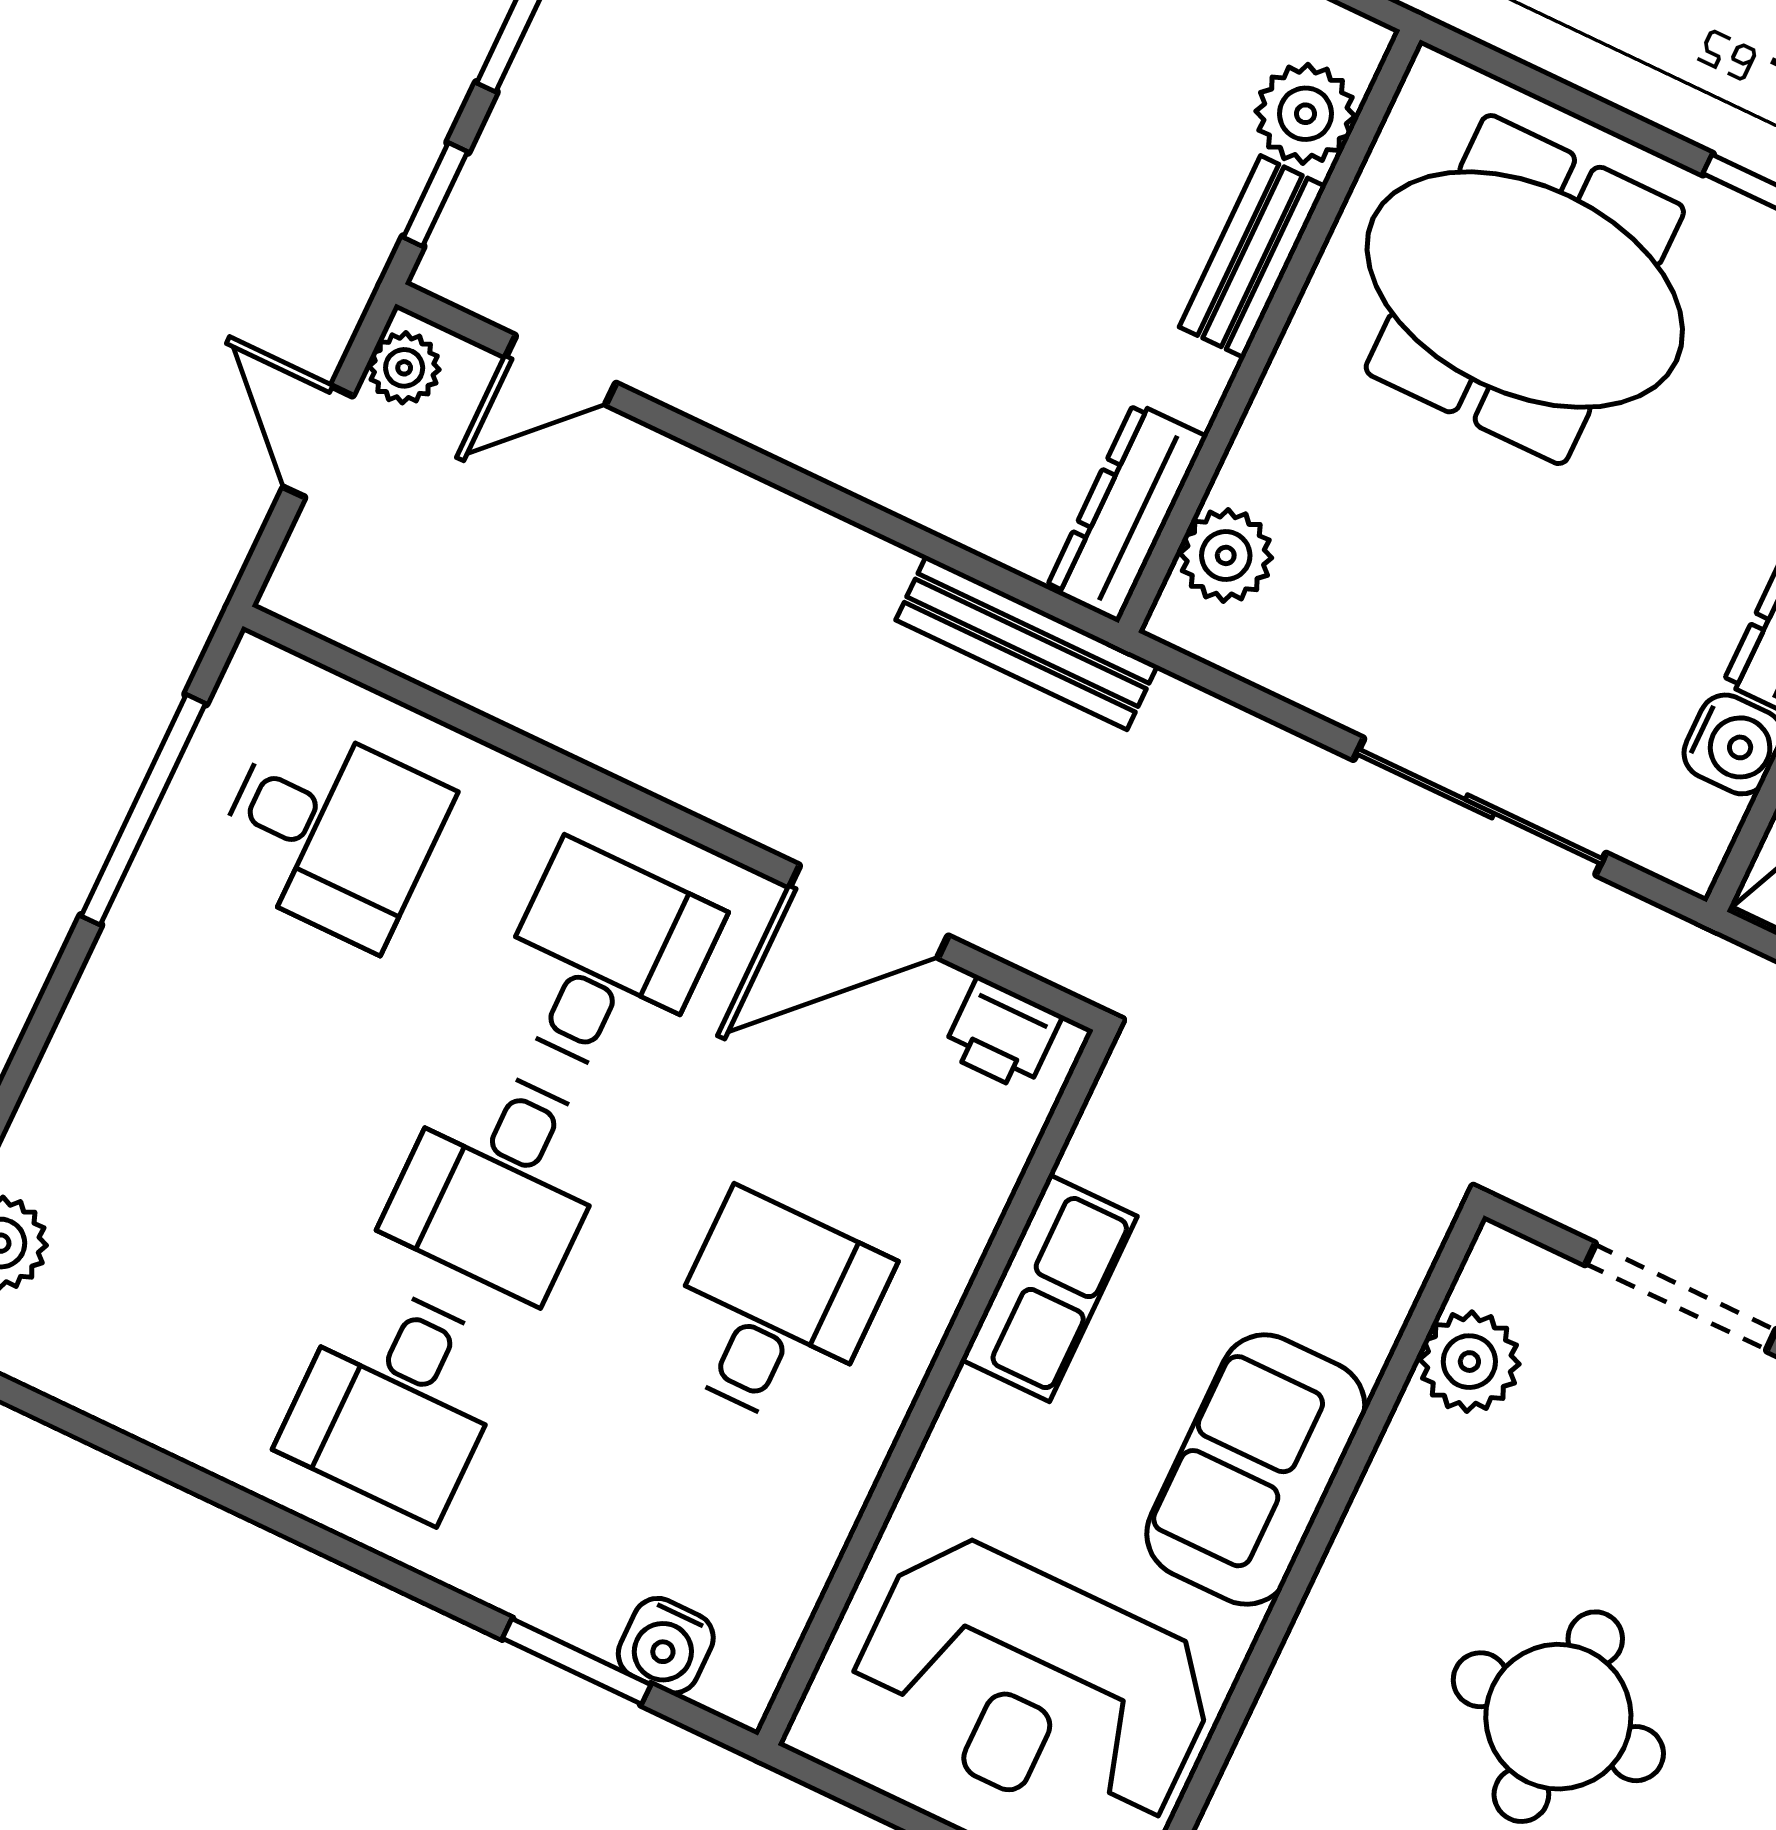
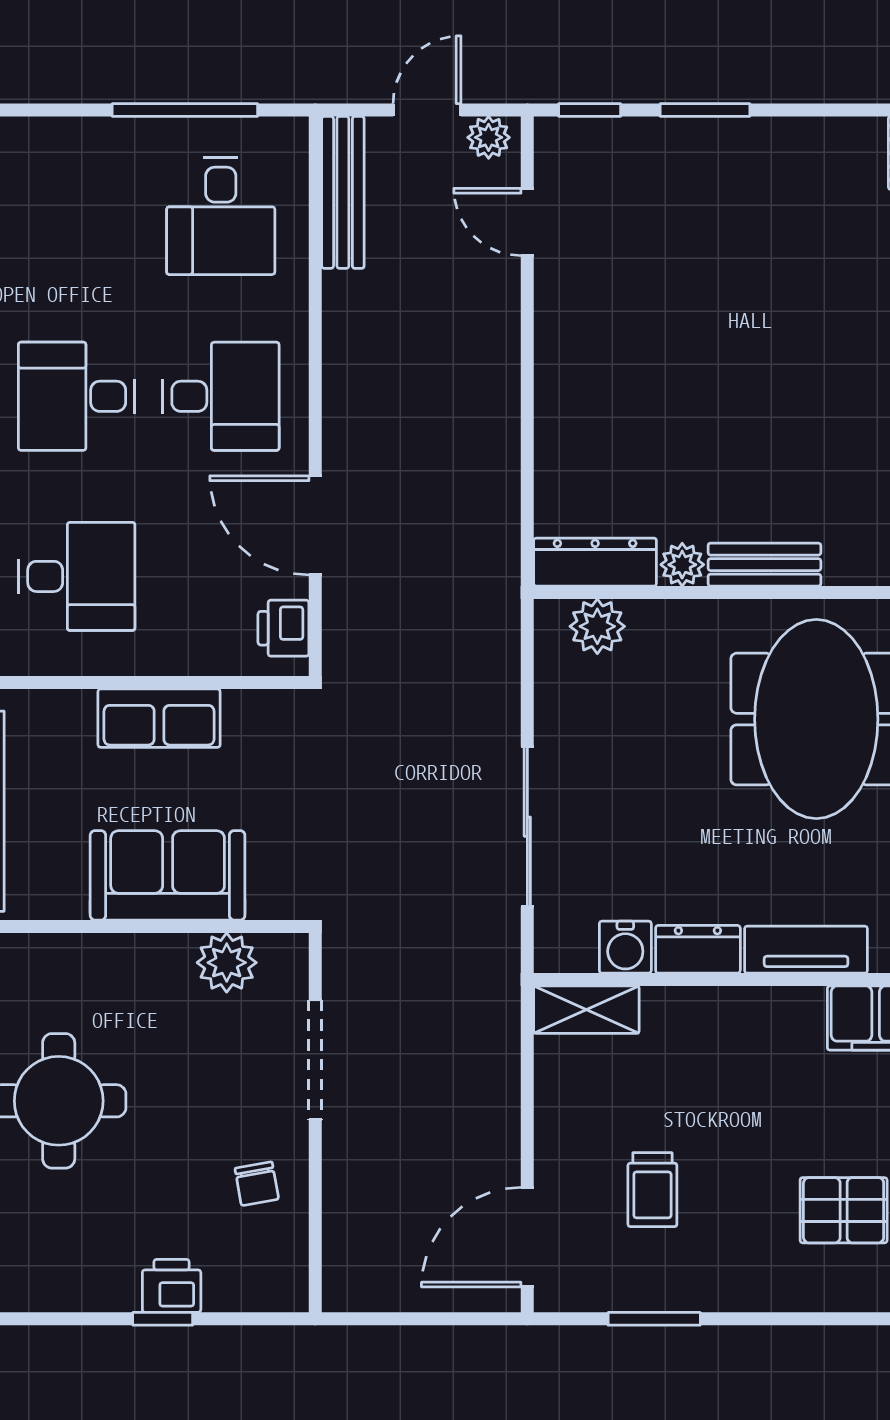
plant: (1305, 114) -> (682, 565), moved, width x0.73, depth x0.73
bench: (1027, 643) -> (343, 192), moved
sofa: (1256, 1470) -> (168, 875), moved

